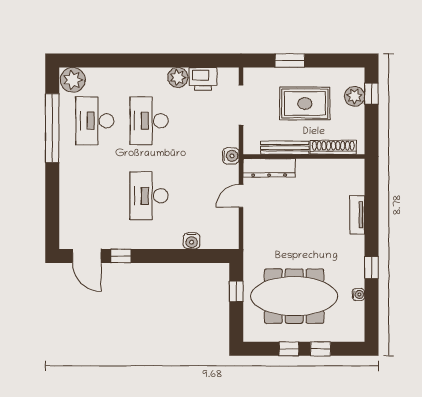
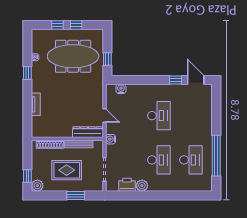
plant: (73, 80) -> (204, 184), removed
plant: (355, 96) -> (37, 186), moved
door: (241, 196) -> (105, 116), hinge flipped
water cooler: (192, 241) -> (121, 89), moved

